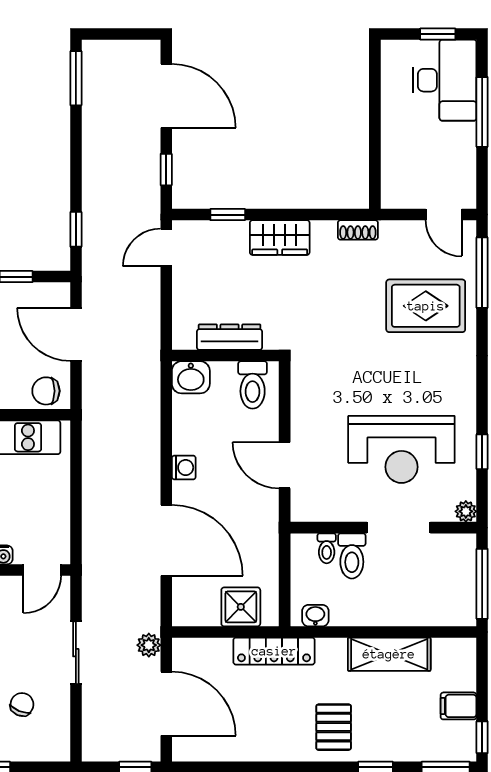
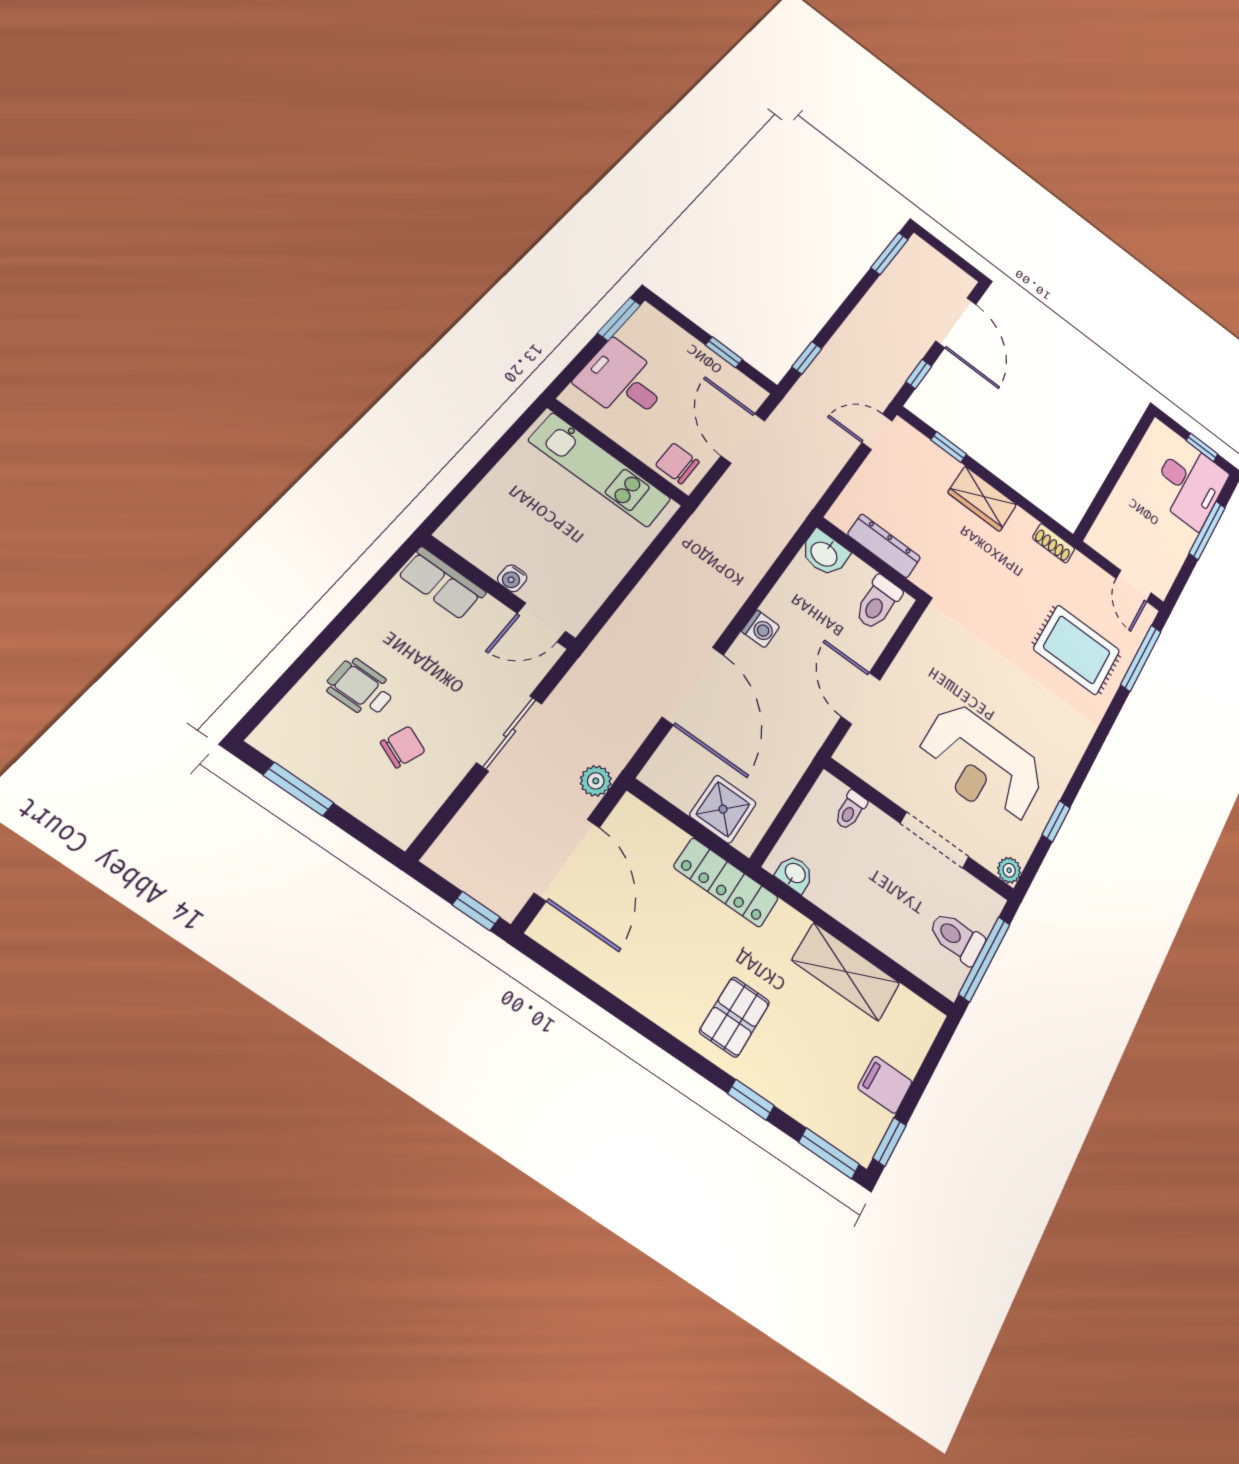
toilet: (352, 556) -> (957, 938), moved, turned 90

